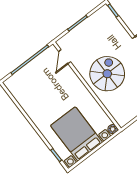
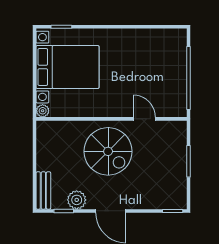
door: (65, 57) -> (144, 119), moved

